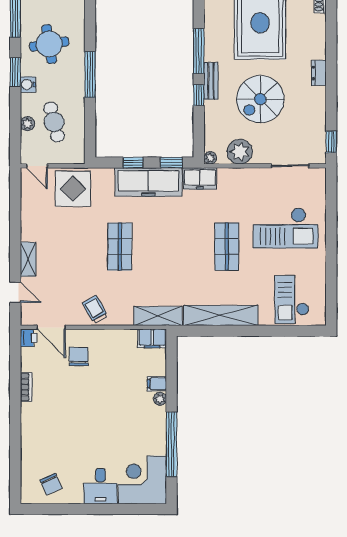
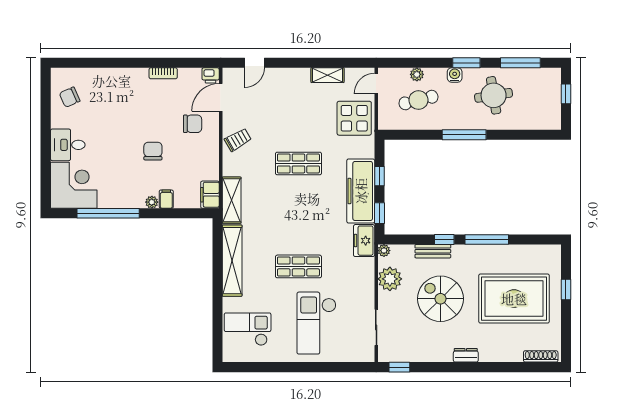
bench: (211, 81) -> (433, 251), moved
shelving: (28, 259) -> (328, 75), moved
chair: (107, 398) -> (153, 151), added

